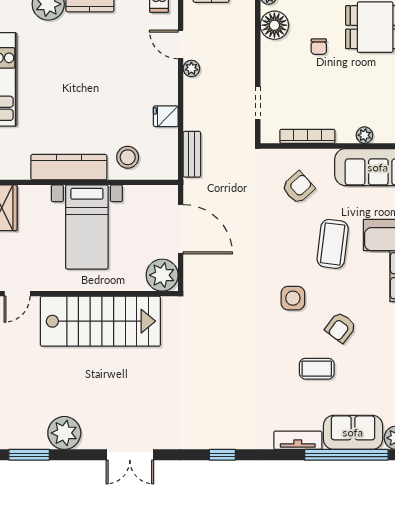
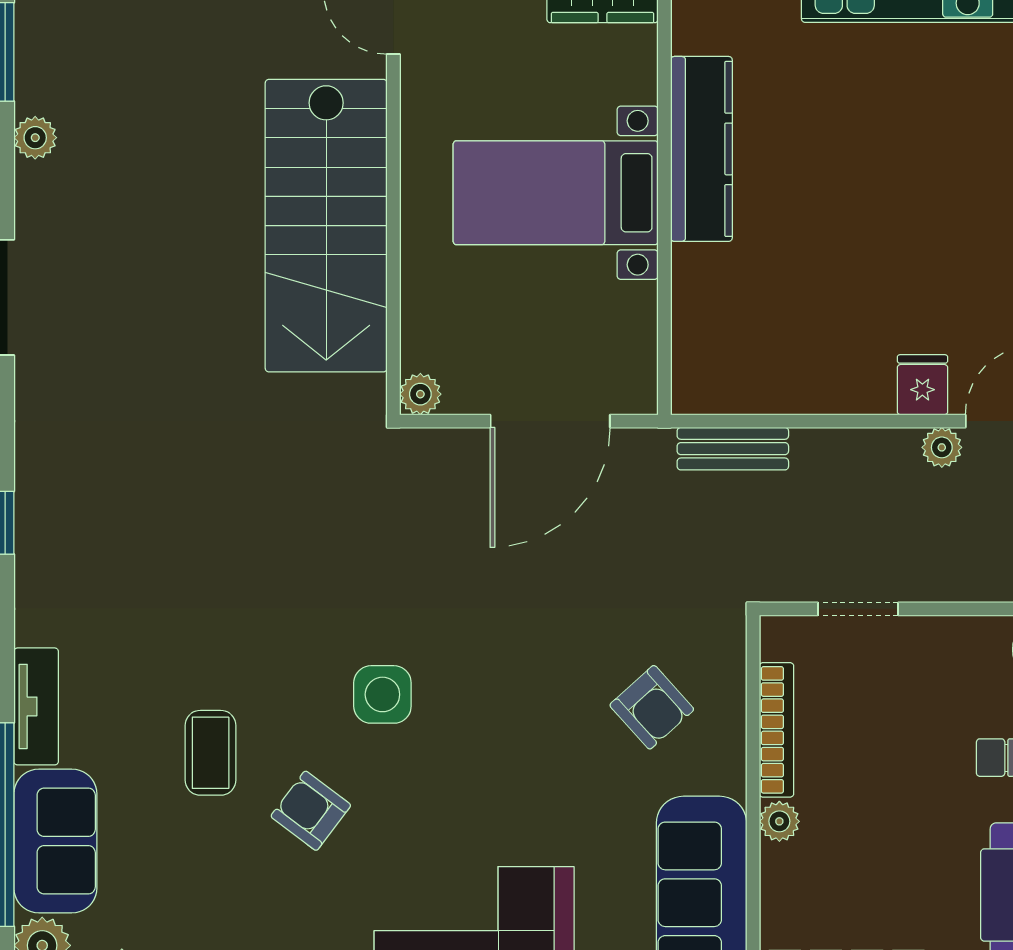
fridge: (166, 116) -> (922, 385), moved
plant: (364, 135) -> (779, 821), moved
stool: (128, 157) -> (726, 292), removed
coffee table: (333, 244) -> (514, 791), removed
plant: (162, 275) -> (420, 394), width x0.53, depth x0.53
plant: (64, 433) -> (35, 138), width x0.53, depth x0.53

